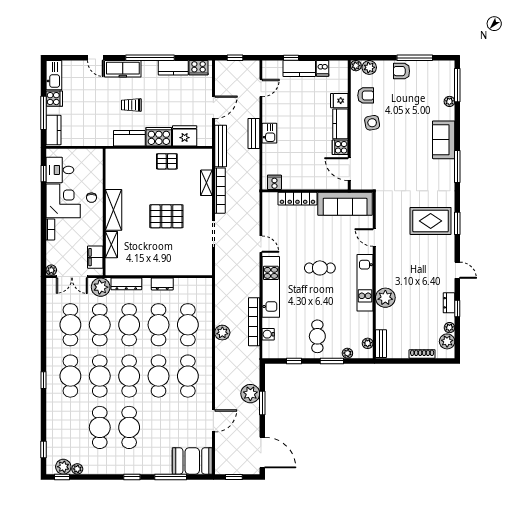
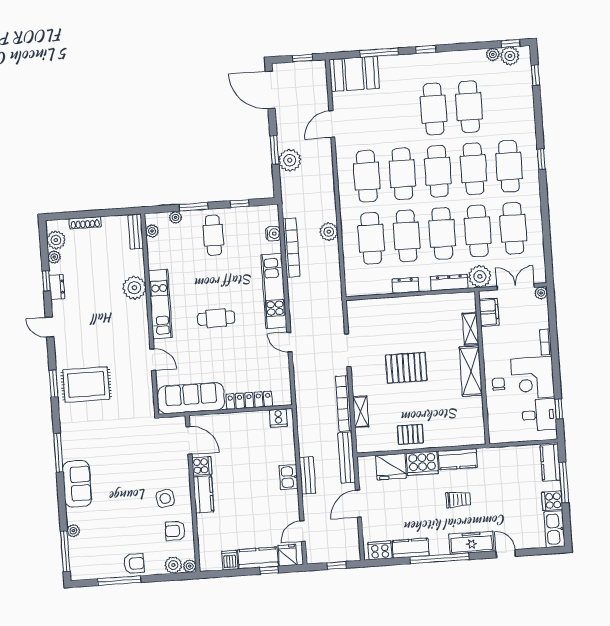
fridge: (339, 101) -> (288, 555), moved, turned -90

